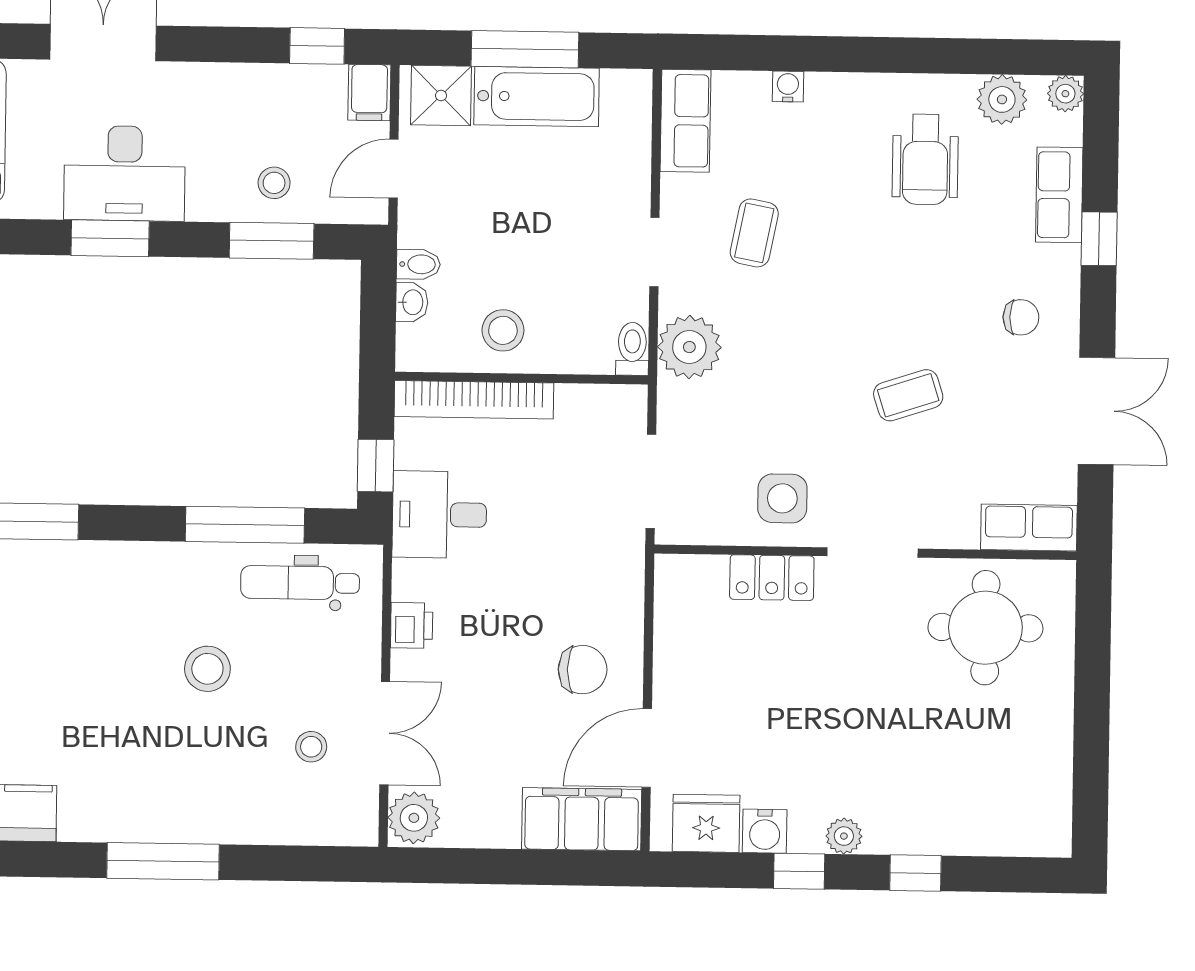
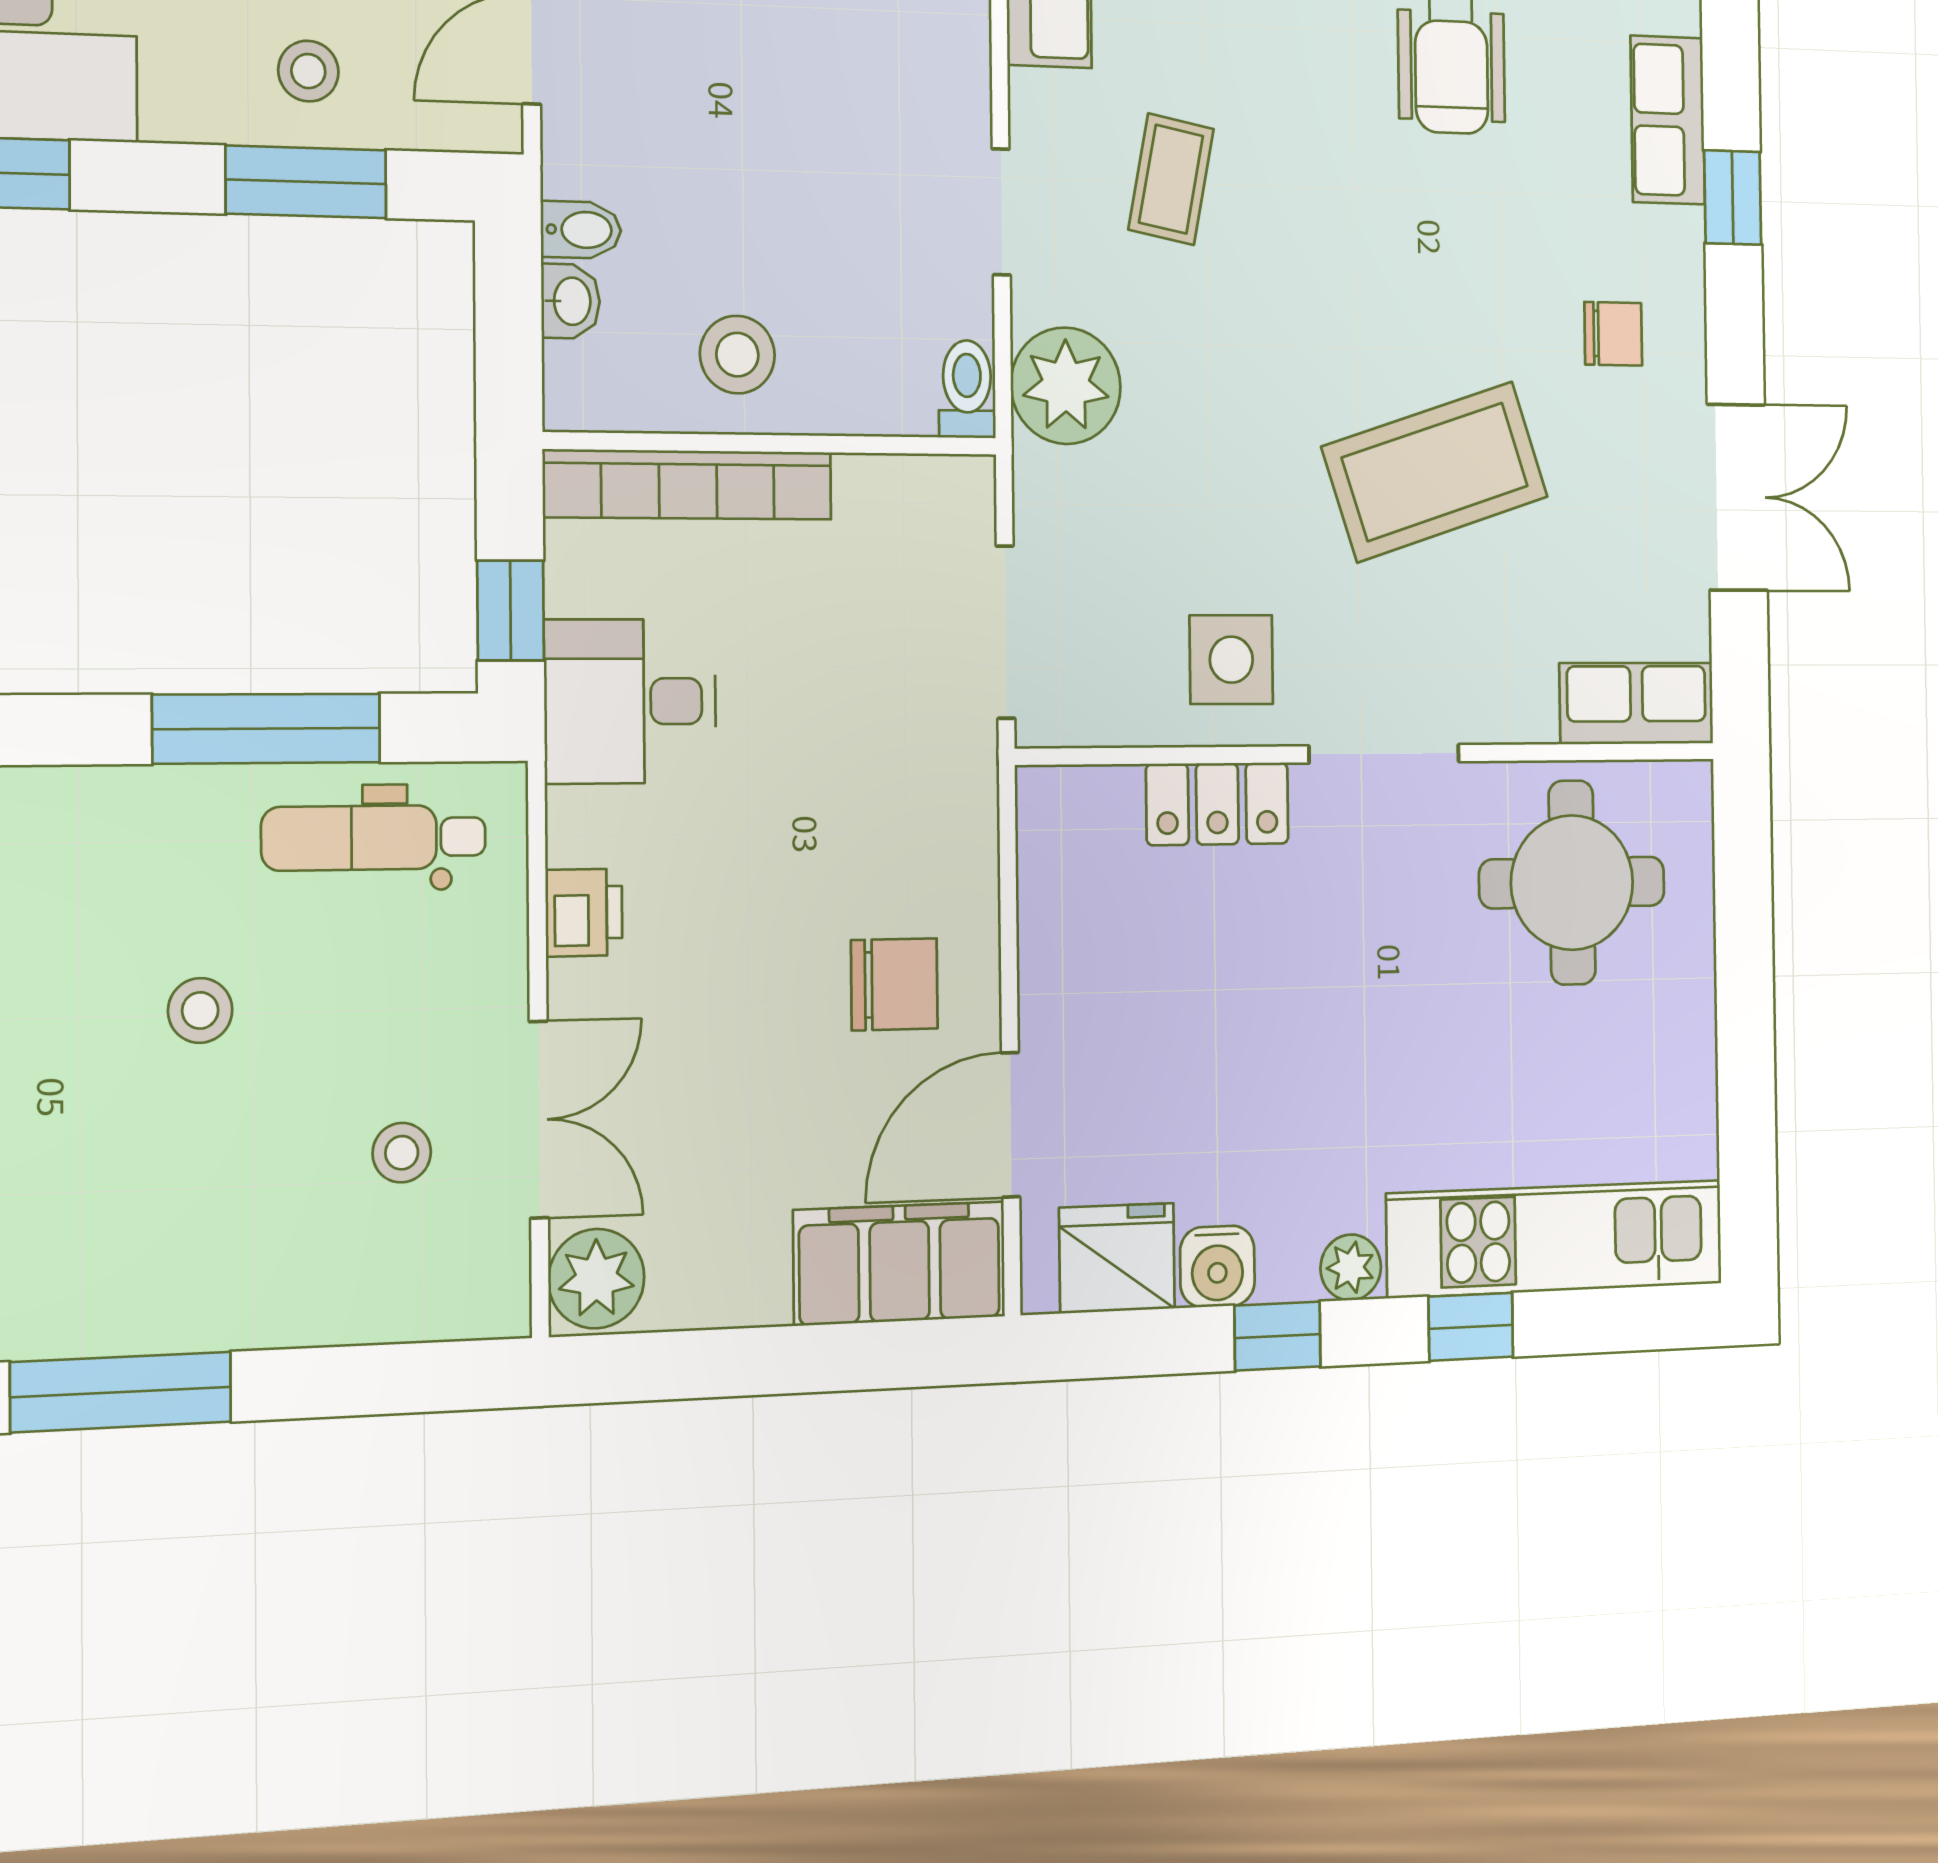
coffee table: (908, 395) -> (1435, 472), width x1.86, depth x1.72
stool: (207, 669) -> (200, 1010), width x0.73, depth x0.73
kitchen unit: (969, 827) -> (1555, 1239), added

